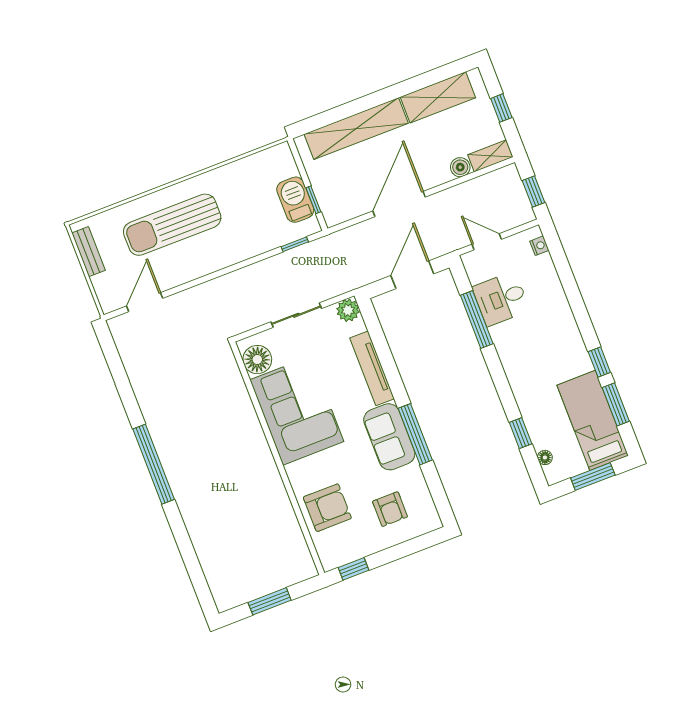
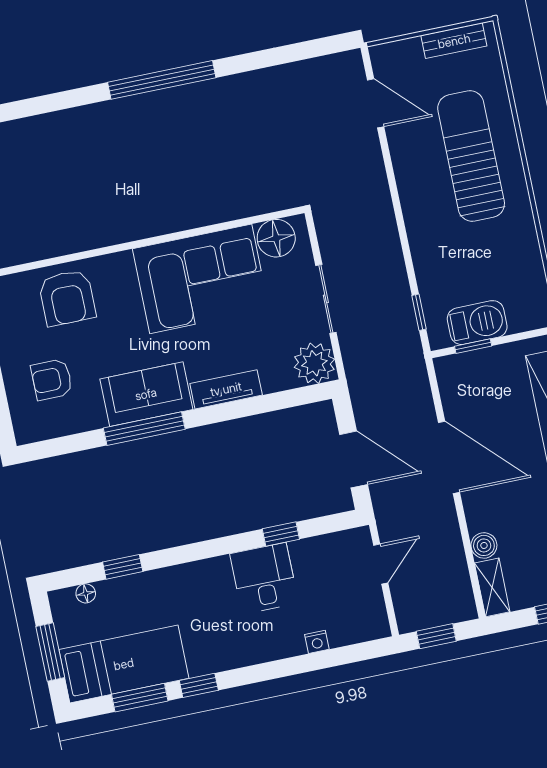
nightstand: (539, 246) -> (317, 642), moved
desk: (501, 299) -> (264, 578), moved
plant: (348, 310) -> (314, 363), width x1.36, depth x1.36
window: (477, 320) -> (281, 534), width x0.46
tv unit: (372, 368) -> (226, 389), width x0.71

